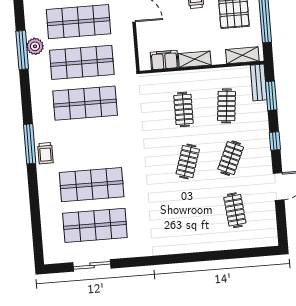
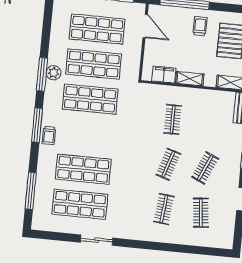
plant: (35, 46) -> (54, 73), moved
window: (22, 50) -> (42, 74), moved
clothes rail: (226, 106) -> (164, 209), moved
window: (36, 220) -> (31, 191), added
sliding door: (92, 265) -> (97, 240), moved

